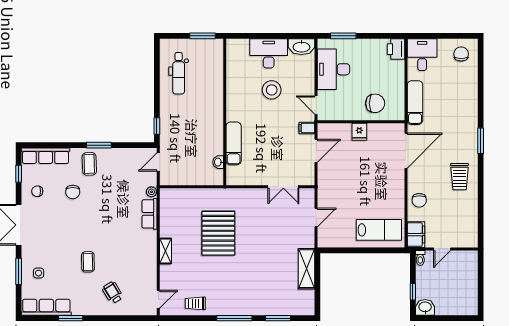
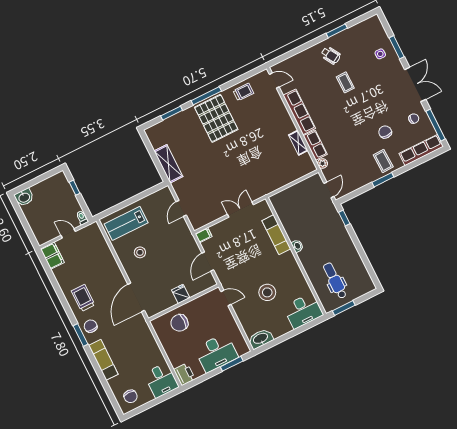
desk: (269, 53) -> (303, 311), moved
desk: (333, 69) -> (216, 353), moved, turned 90
dental chair: (179, 73) -> (335, 281), moved
exam couch: (415, 103) -> (103, 360), moved, turned 180
filing cabinet: (307, 128) -> (204, 235), moved
washbasin: (218, 162) -> (297, 246), moved
window: (19, 174) -> (436, 125), width x2.17
double door: (283, 187) -> (240, 210), moved
stool: (380, 194) -> (140, 252), added
chair: (419, 200) -> (91, 326), moved
pallet: (218, 233) -> (216, 118), moved
filing cabinet: (416, 235) -> (52, 256), moved, turned 180
door: (442, 249) -> (68, 233), hinge flipped
shelving: (166, 251) -> (298, 143), moved
wheelchair: (113, 293) -> (331, 55), moved
door: (158, 299) -> (274, 81), swing flipped
row of seats: (46, 307) -> (299, 112), moved, turned -90
washbasin: (425, 307) -> (24, 197), moved

